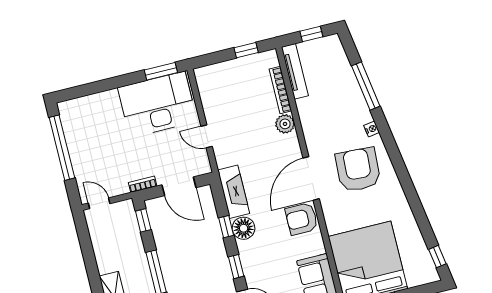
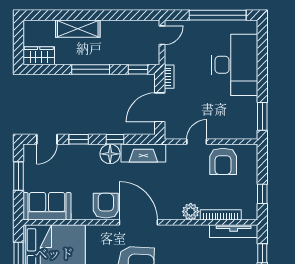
armchair: (221, 102) -> (223, 161), added
desk: (157, 104) -> (235, 65), moved

